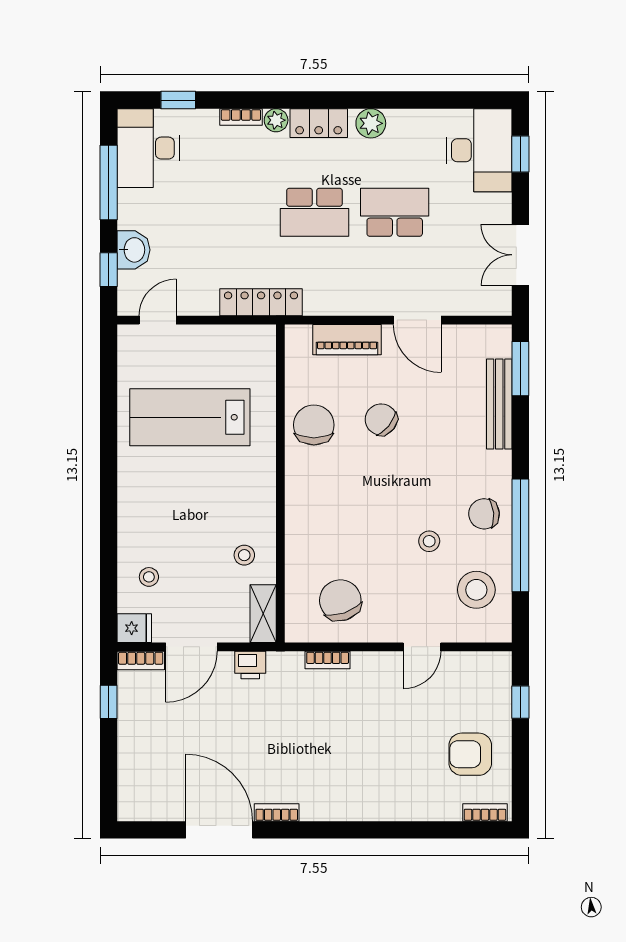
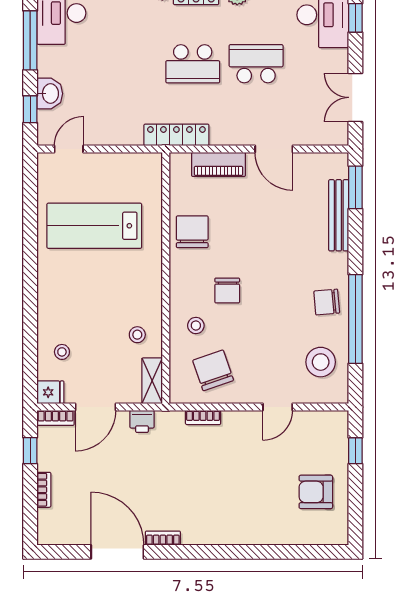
locker: (261, 302) -> (176, 135), moved
chair: (381, 419) -> (227, 291), moved, turned -129
stool: (429, 541) -> (196, 326), moved
bookcase: (485, 813) -> (44, 490), moved, turned 90

